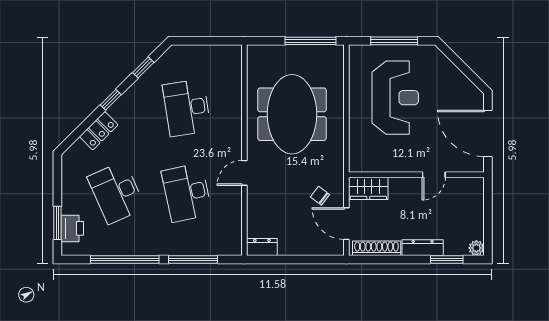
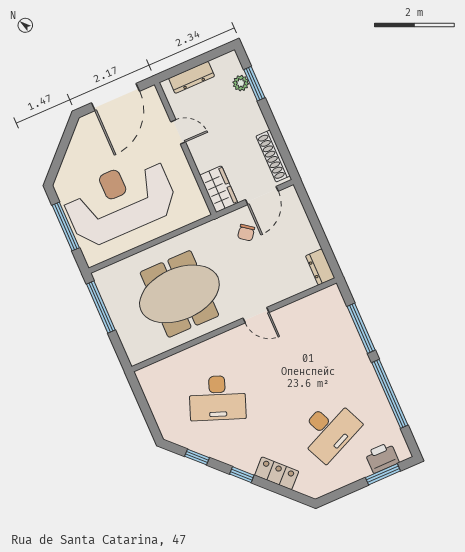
reception desk: (395, 98) -> (120, 201), width x1.36, depth x1.30
desk: (187, 108) -> (217, 398), turned 30
desk: (187, 193) -> (299, 362), removed
dresser: (423, 248) -> (192, 77), moved, turned -90
plant: (476, 248) -> (241, 83), moved

